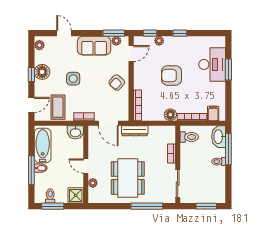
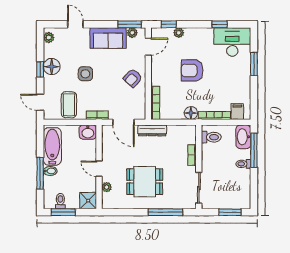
window: (180, 33) -> (220, 24), moved
desk: (212, 64) -> (232, 42), moved, turned -90
door: (31, 105) -> (40, 102), swing flipped
dining table: (128, 178) -> (145, 182), width x0.73

